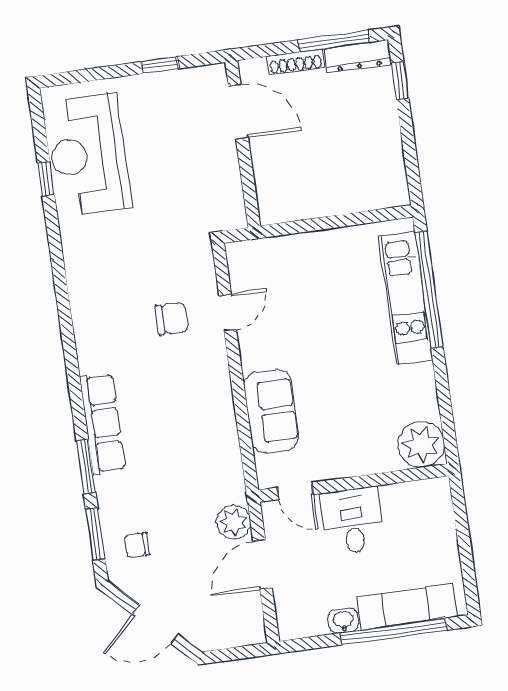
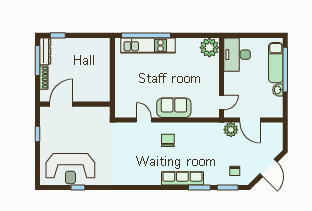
chair: (172, 319) -> (168, 140), moved
sofa: (271, 411) -> (174, 108), moved
desk: (352, 521) -> (237, 55), moved, width x1.37

